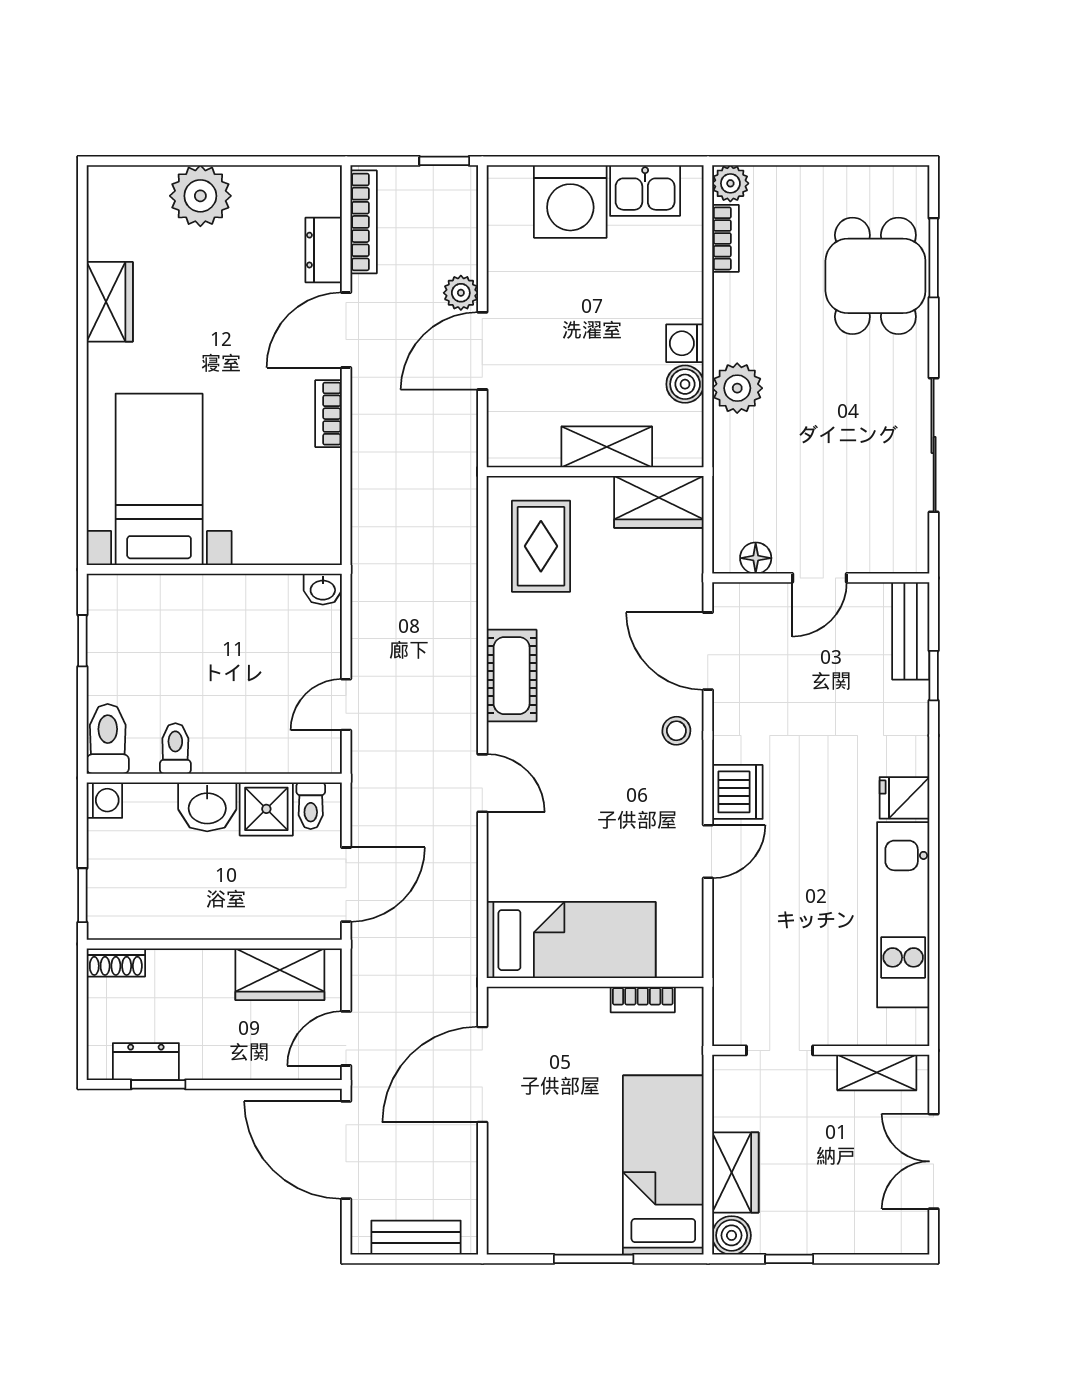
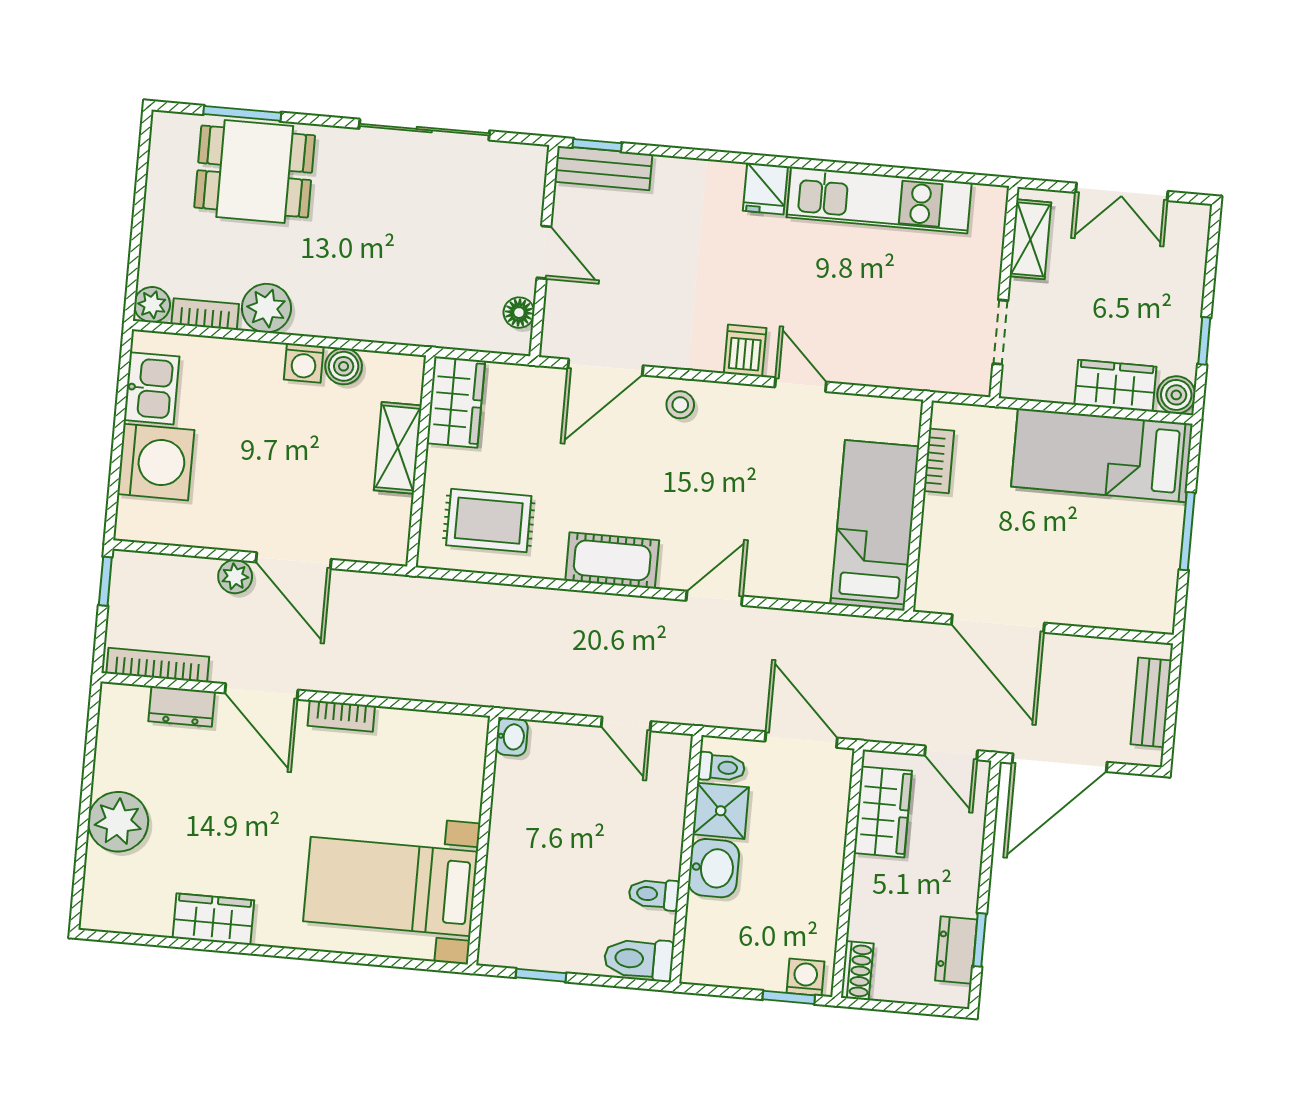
plant: (737, 388) -> (266, 308), moved
window: (934, 676) -> (597, 145), moved
dishwasher: (737, 792) -> (745, 351), width x0.73
washing machine: (104, 800) -> (805, 977), moved

